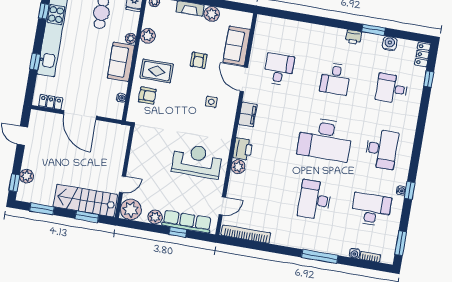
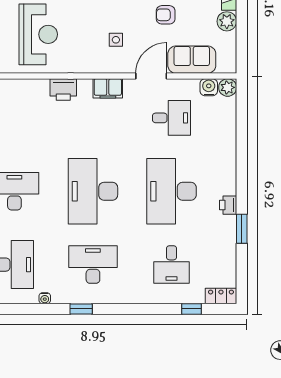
water cooler: (390, 43) -> (209, 87), moved, turned -90
desk: (335, 79) -> (171, 191), width x1.87, depth x1.30
desk: (392, 89) -> (171, 265), turned 180
desk: (381, 149) -> (93, 265), turned 180
plant: (238, 167) -> (228, 87), moved
window: (410, 190) -> (81, 309), moved

